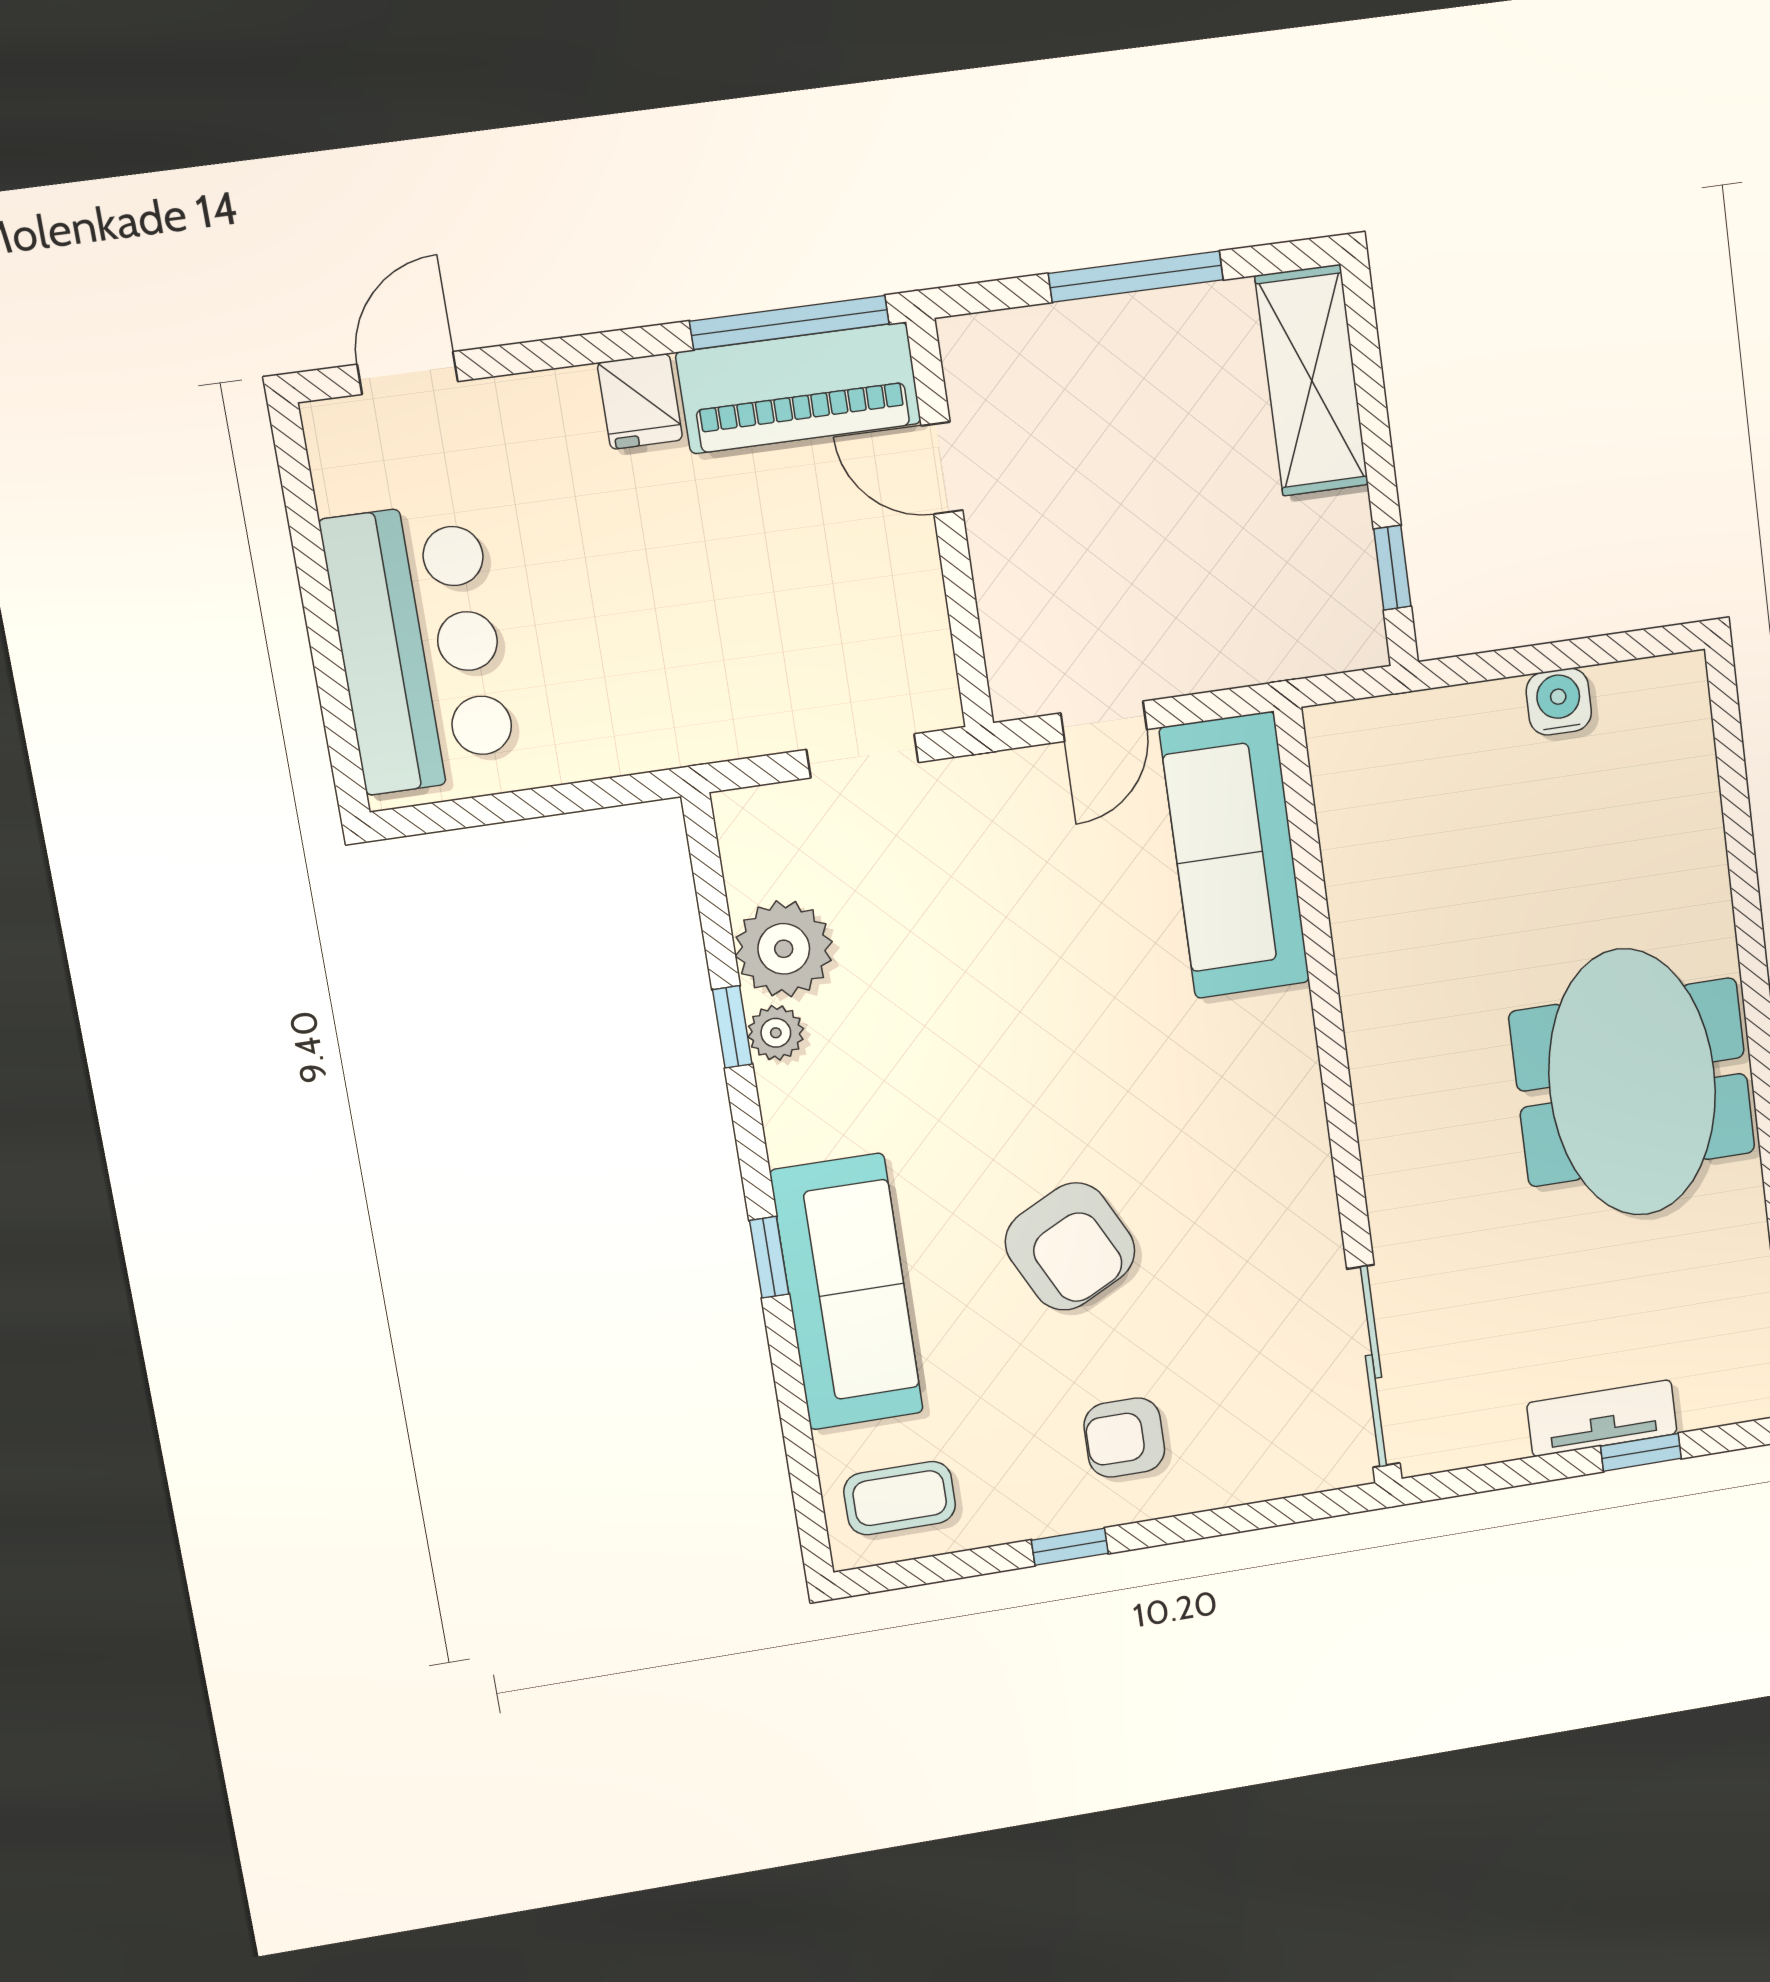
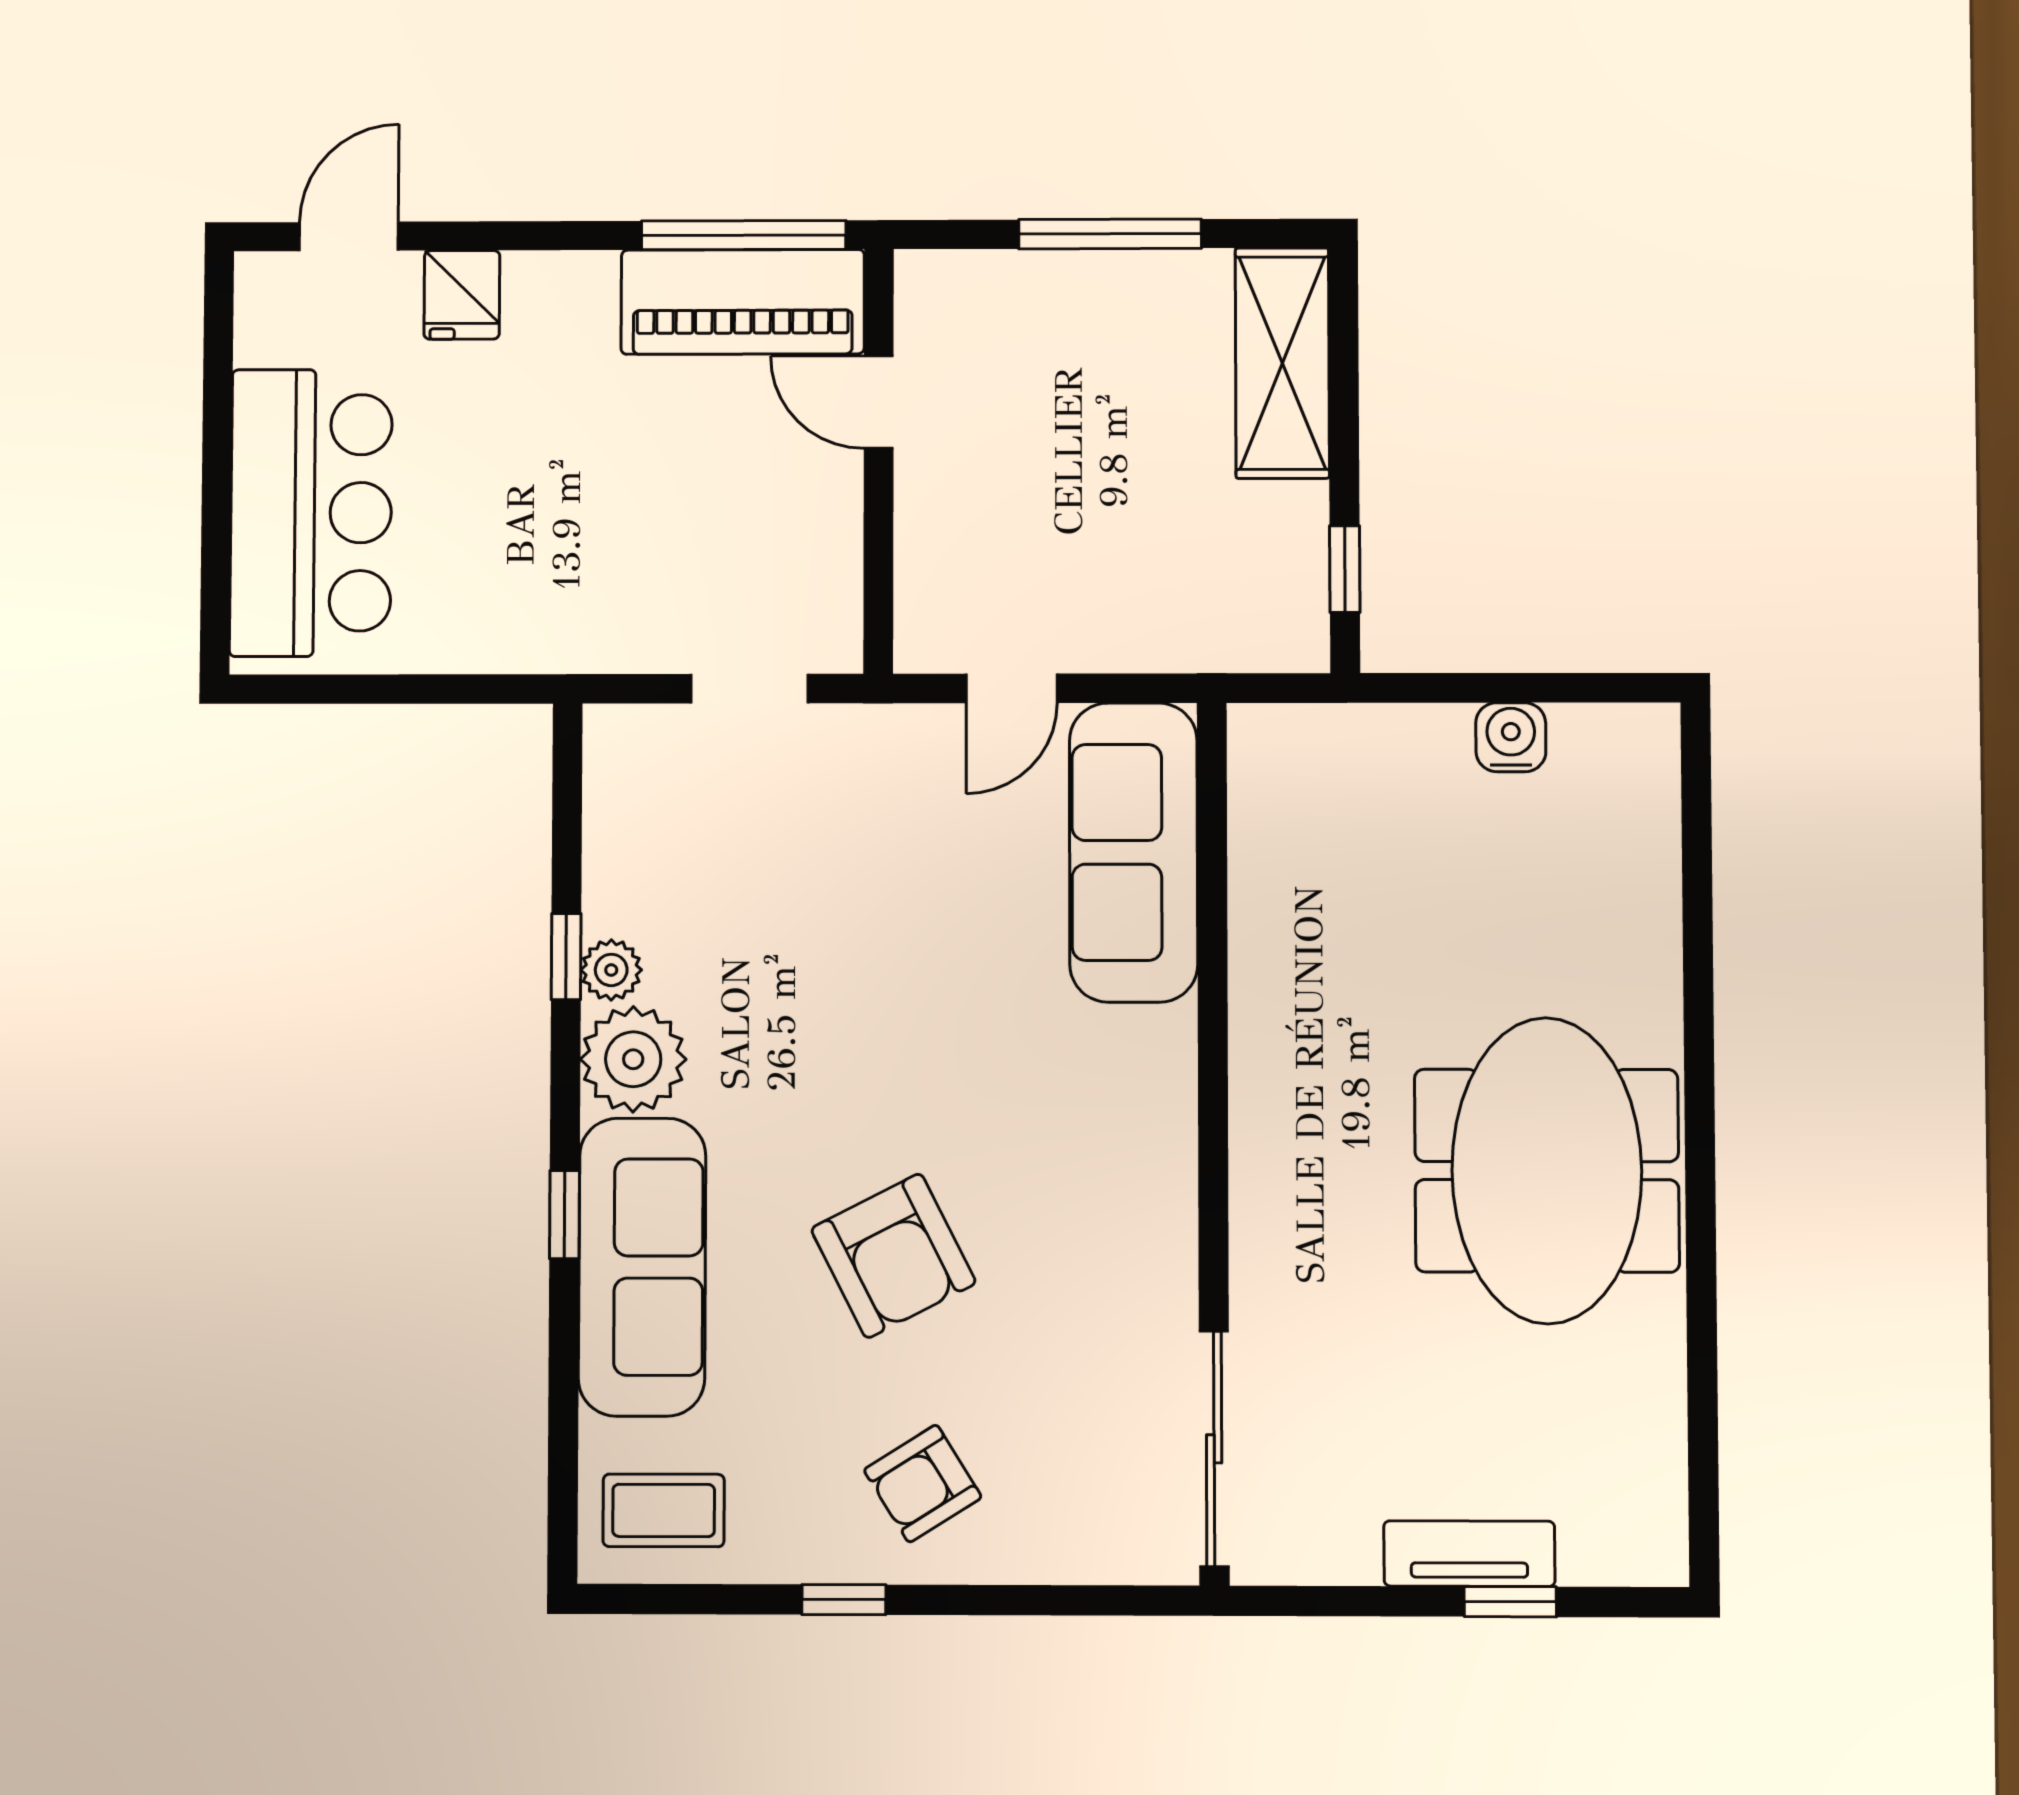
fridge: (640, 401) -> (462, 295), moved
plant: (784, 949) -> (633, 1059), moved
armchair: (1124, 1438) -> (923, 1484), turned -32

